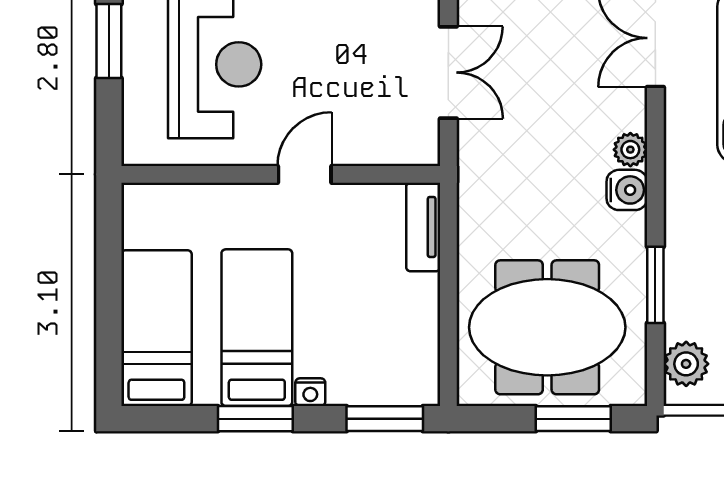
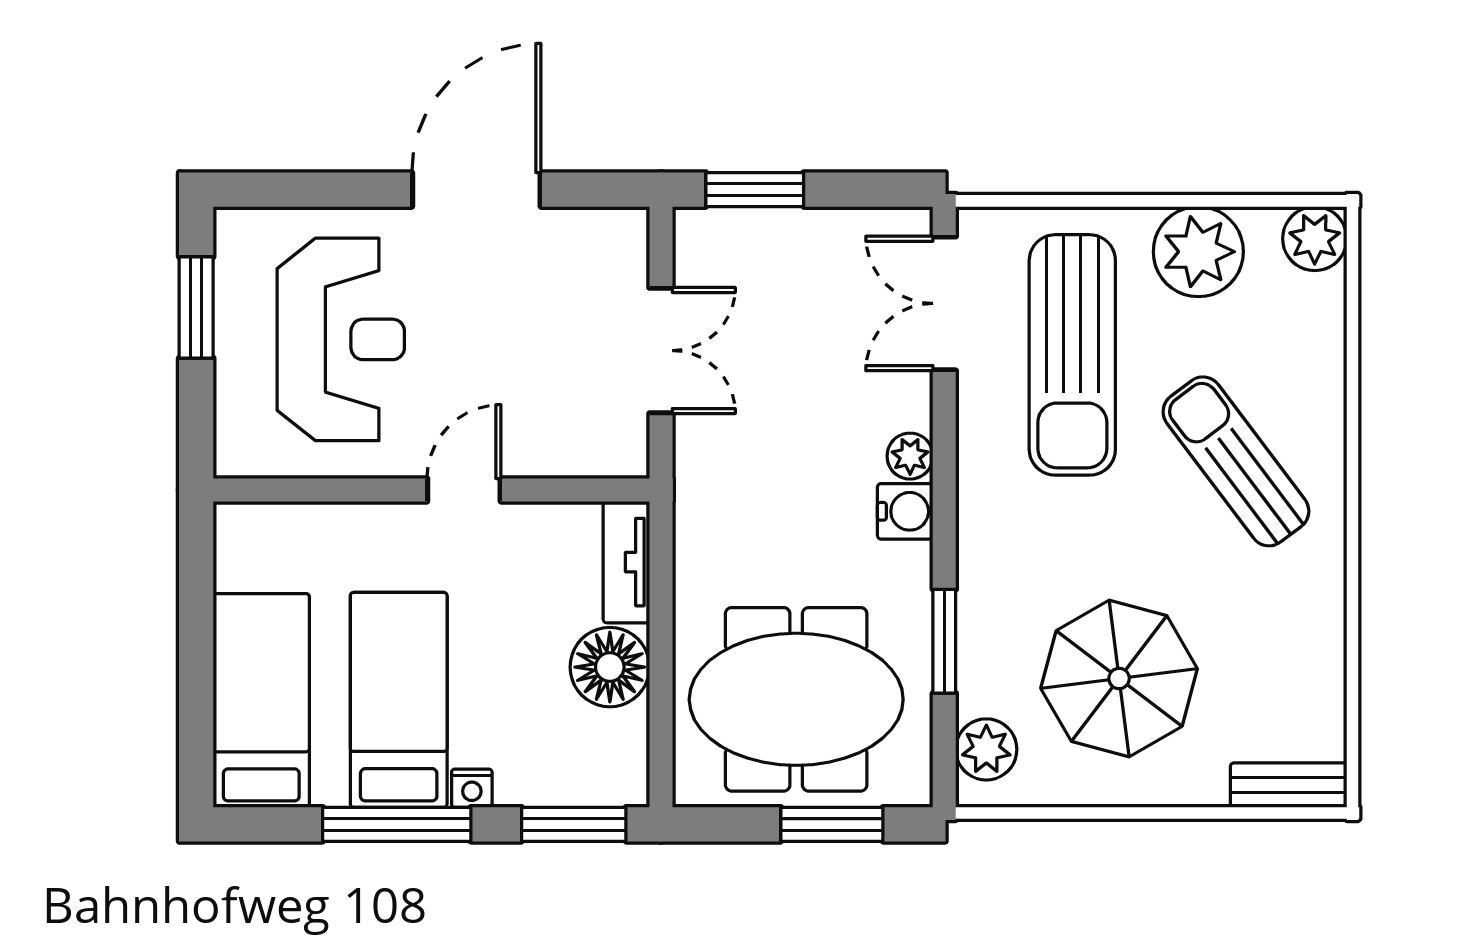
floor lamp: (411, 304) -> (610, 667), added
window: (255, 419) -> (397, 824), width x1.44

